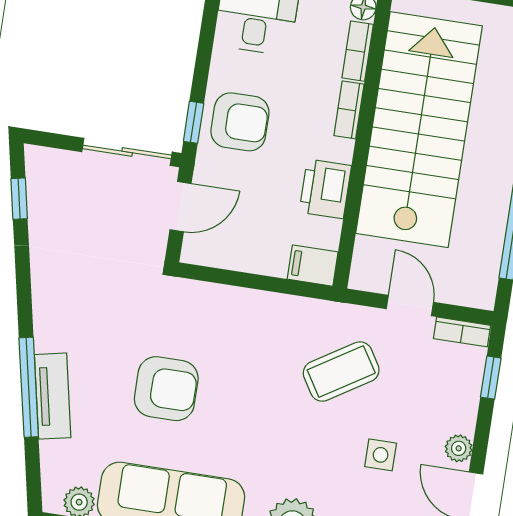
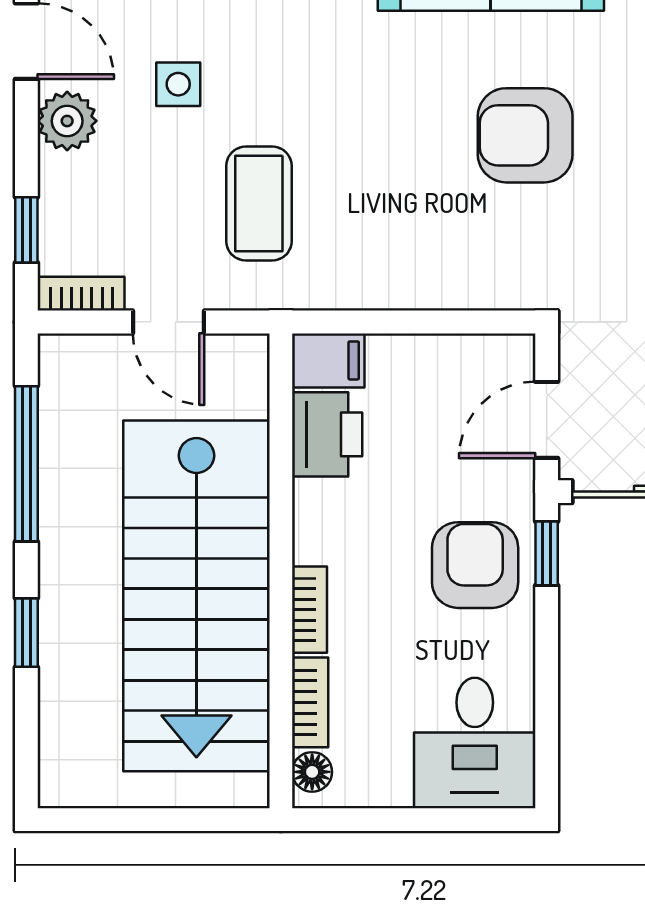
armchair: (240, 122) -> (475, 565), turned 90
printer: (325, 189) -> (327, 434), moved
coffee table: (341, 372) -> (259, 204), turned -58
plant: (459, 448) -> (67, 121), width x1.38, depth x1.38

